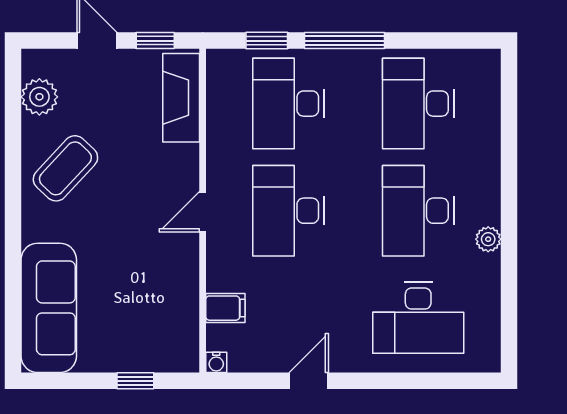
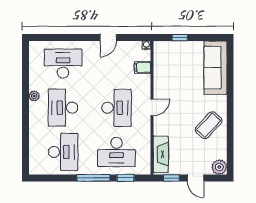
plant: (39, 97) -> (219, 167), moved
desk: (289, 104) -> (117, 152), turned 90
desk: (418, 211) -> (63, 108), turned 180

